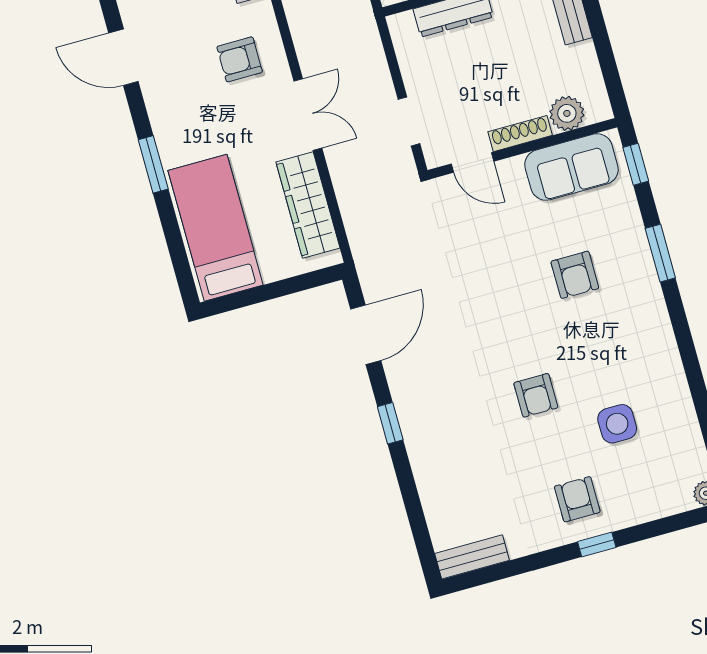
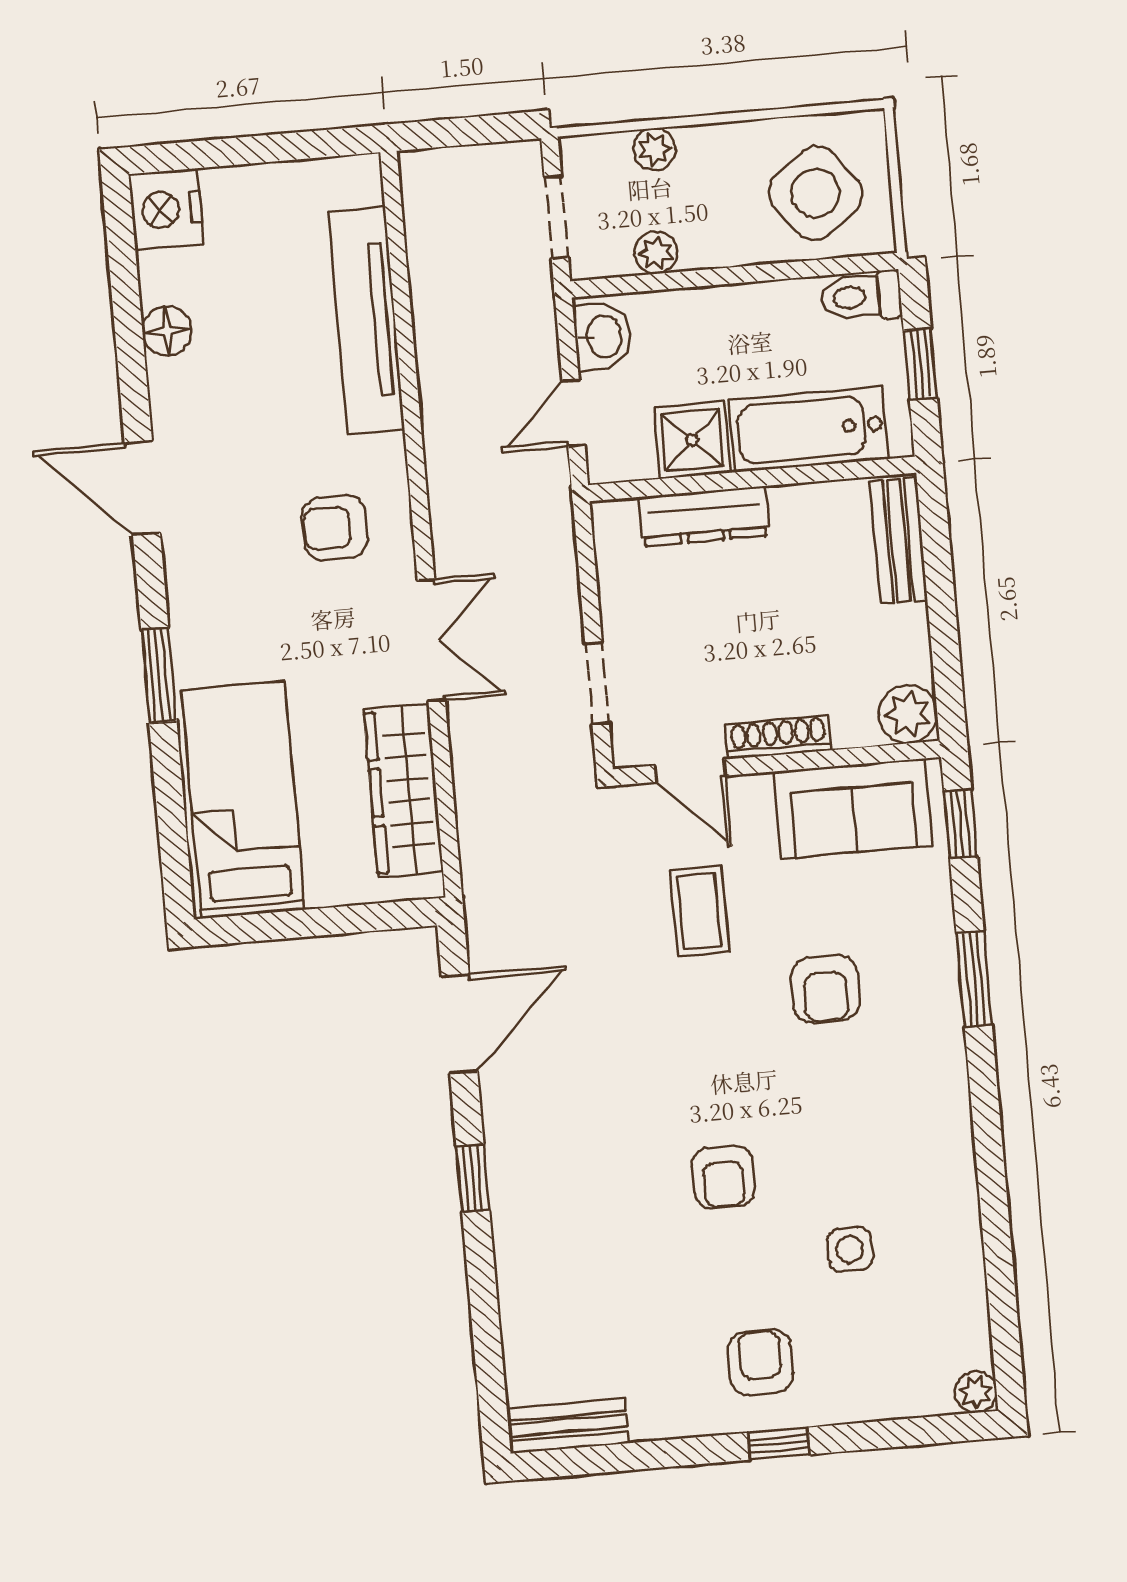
plant: (567, 113) -> (908, 714), moved
coffee table: (493, 243) -> (699, 911), added
side table: (617, 424) -> (850, 1249), width x0.73, depth x0.73

